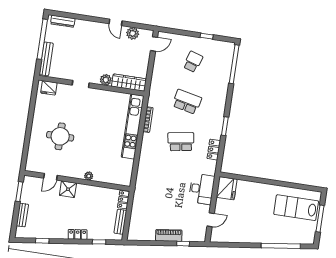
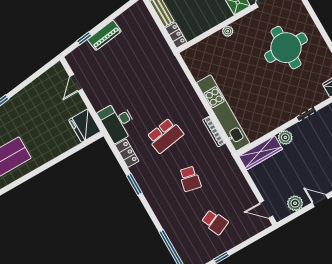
door: (154, 44) -> (266, 209), hinge flipped
school desk: (193, 62) -> (215, 222), turned -42
school desk: (187, 102) -> (190, 179), width x0.54
round table: (60, 136) -> (286, 48), width x1.36, depth x1.36
desk: (202, 189) -> (118, 122), moved

